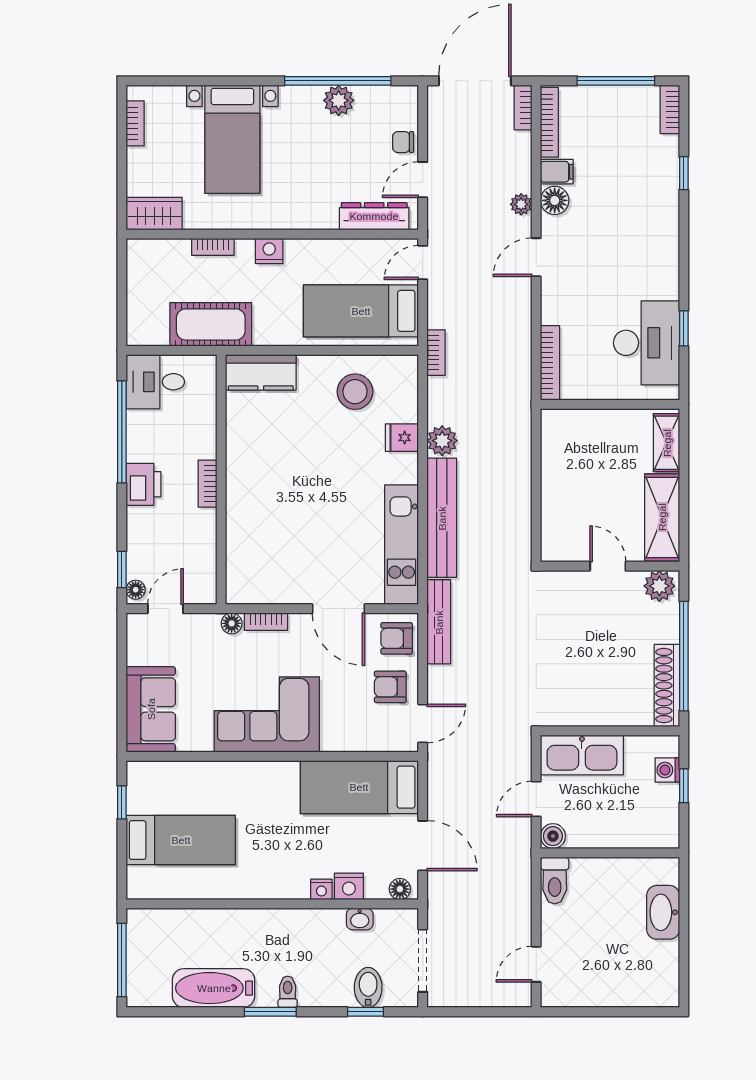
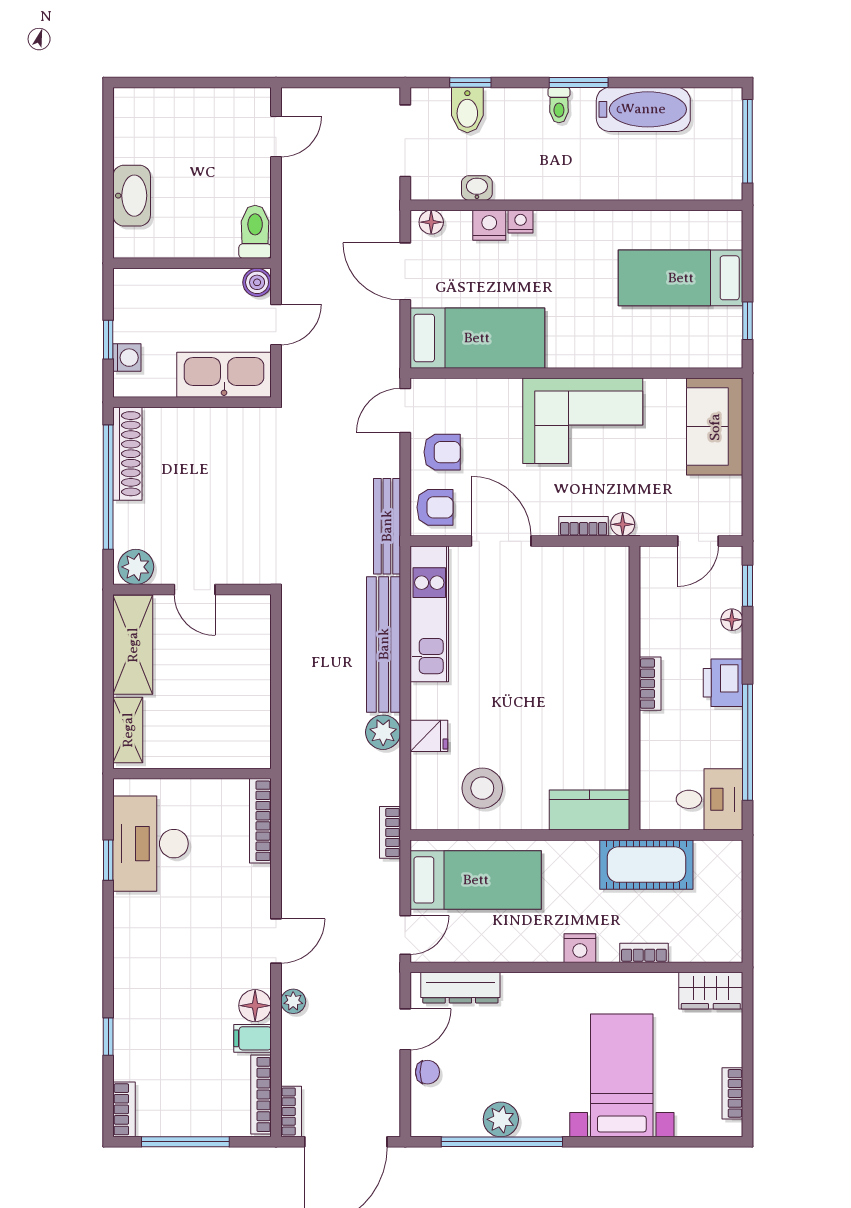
floor lamp: (136, 590) -> (732, 620), moved

